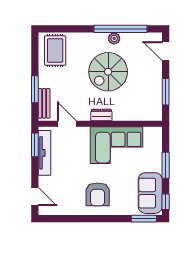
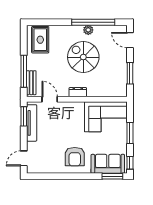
spiral stairs: (108, 72) -> (83, 57), turned 90
window: (35, 89) -> (24, 71), width x1.44
corner sofa: (116, 145) -> (106, 117), moved
sofa: (150, 193) -> (108, 164), moved, turned 90
door: (35, 196) -> (24, 158), swing flipped

